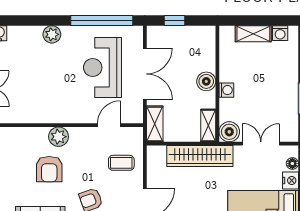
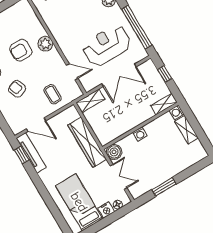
washing machine: (280, 33) -> (177, 112), moved
boiler: (206, 81) -> (138, 118), removed
shelving: (208, 126) -> (164, 104), moved

